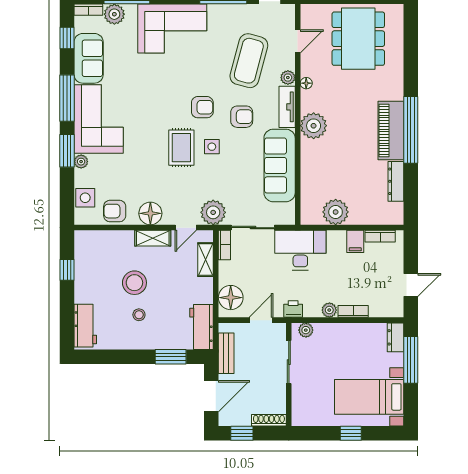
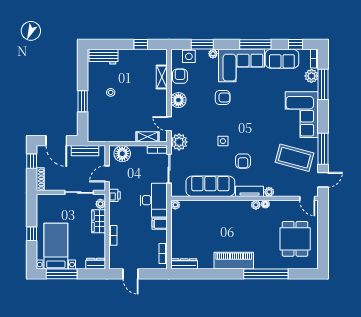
dining table: (358, 39) -> (295, 239), width x0.73
door: (298, 41) -> (307, 198), moved
coffee table: (249, 61) -> (294, 158), moved
armchair: (202, 107) -> (223, 97), moved, turned -90
plant: (314, 126) -> (256, 205), moved, width x0.53, depth x0.53
window: (411, 130) -> (266, 274), moved
rug: (181, 148) -> (222, 121), removed
window: (67, 151) -> (202, 44), moved
dresser: (396, 181) -> (184, 264), moved
plant: (336, 212) -> (175, 205), moved, width x0.53, depth x0.53
shelving: (153, 238) -> (162, 77), moved
filing cabinet: (355, 241) -> (160, 224), moved
stool: (134, 283) -> (132, 89), removed
plant: (329, 310) -> (114, 219), removed
door: (261, 320) -> (107, 174), swing flipped
workbench: (201, 327) -> (103, 134), removed
wardrobe: (332, 333) -> (99, 221), added
window: (171, 357) -> (83, 101), moved
window: (411, 360) -> (62, 274), moved

